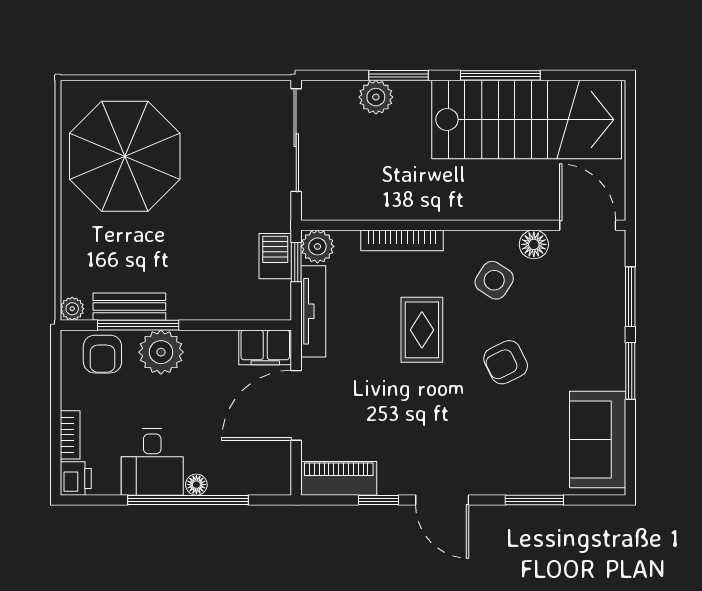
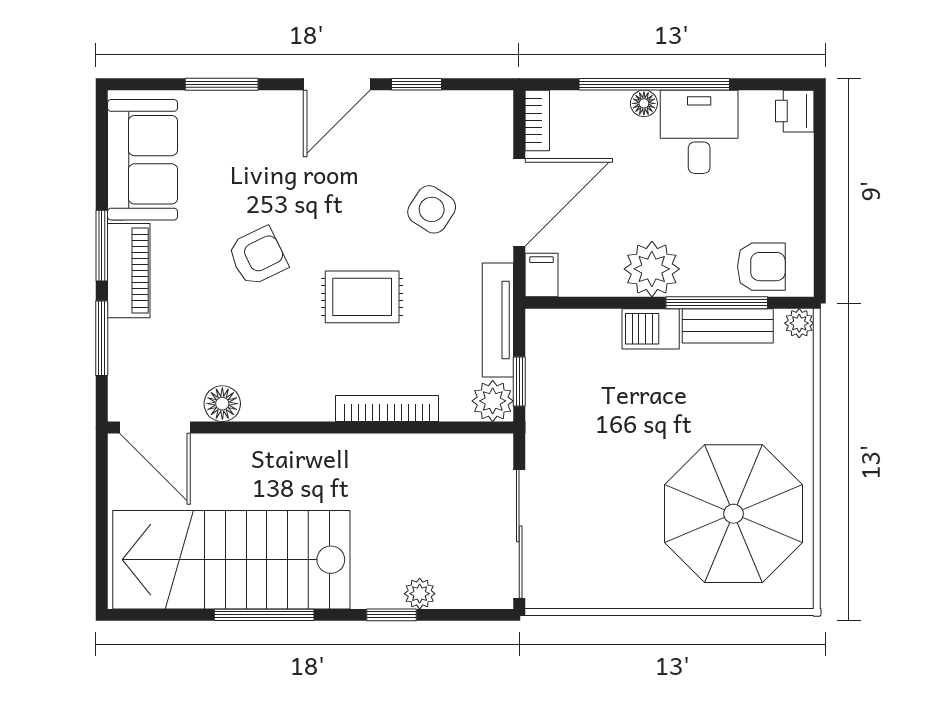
window: (398, 75) -> (391, 615), width x0.67
plant: (376, 97) -> (420, 594), width x0.73, depth x0.73
barbecue: (275, 256) -> (651, 329), moved, turned 90
side table: (494, 280) -> (432, 209), moved
rug: (422, 330) -> (362, 297), turned 90
filing cabinet: (265, 347) -> (542, 275), width x0.50
plant: (161, 352) -> (652, 269), moved
armchair: (102, 354) -> (761, 267), turned 90
bookcase: (70, 435) -> (537, 120), moved, turned 180
piano: (339, 478) -> (129, 271), moved, turned -90
door: (442, 500) -> (337, 84), swing flipped

